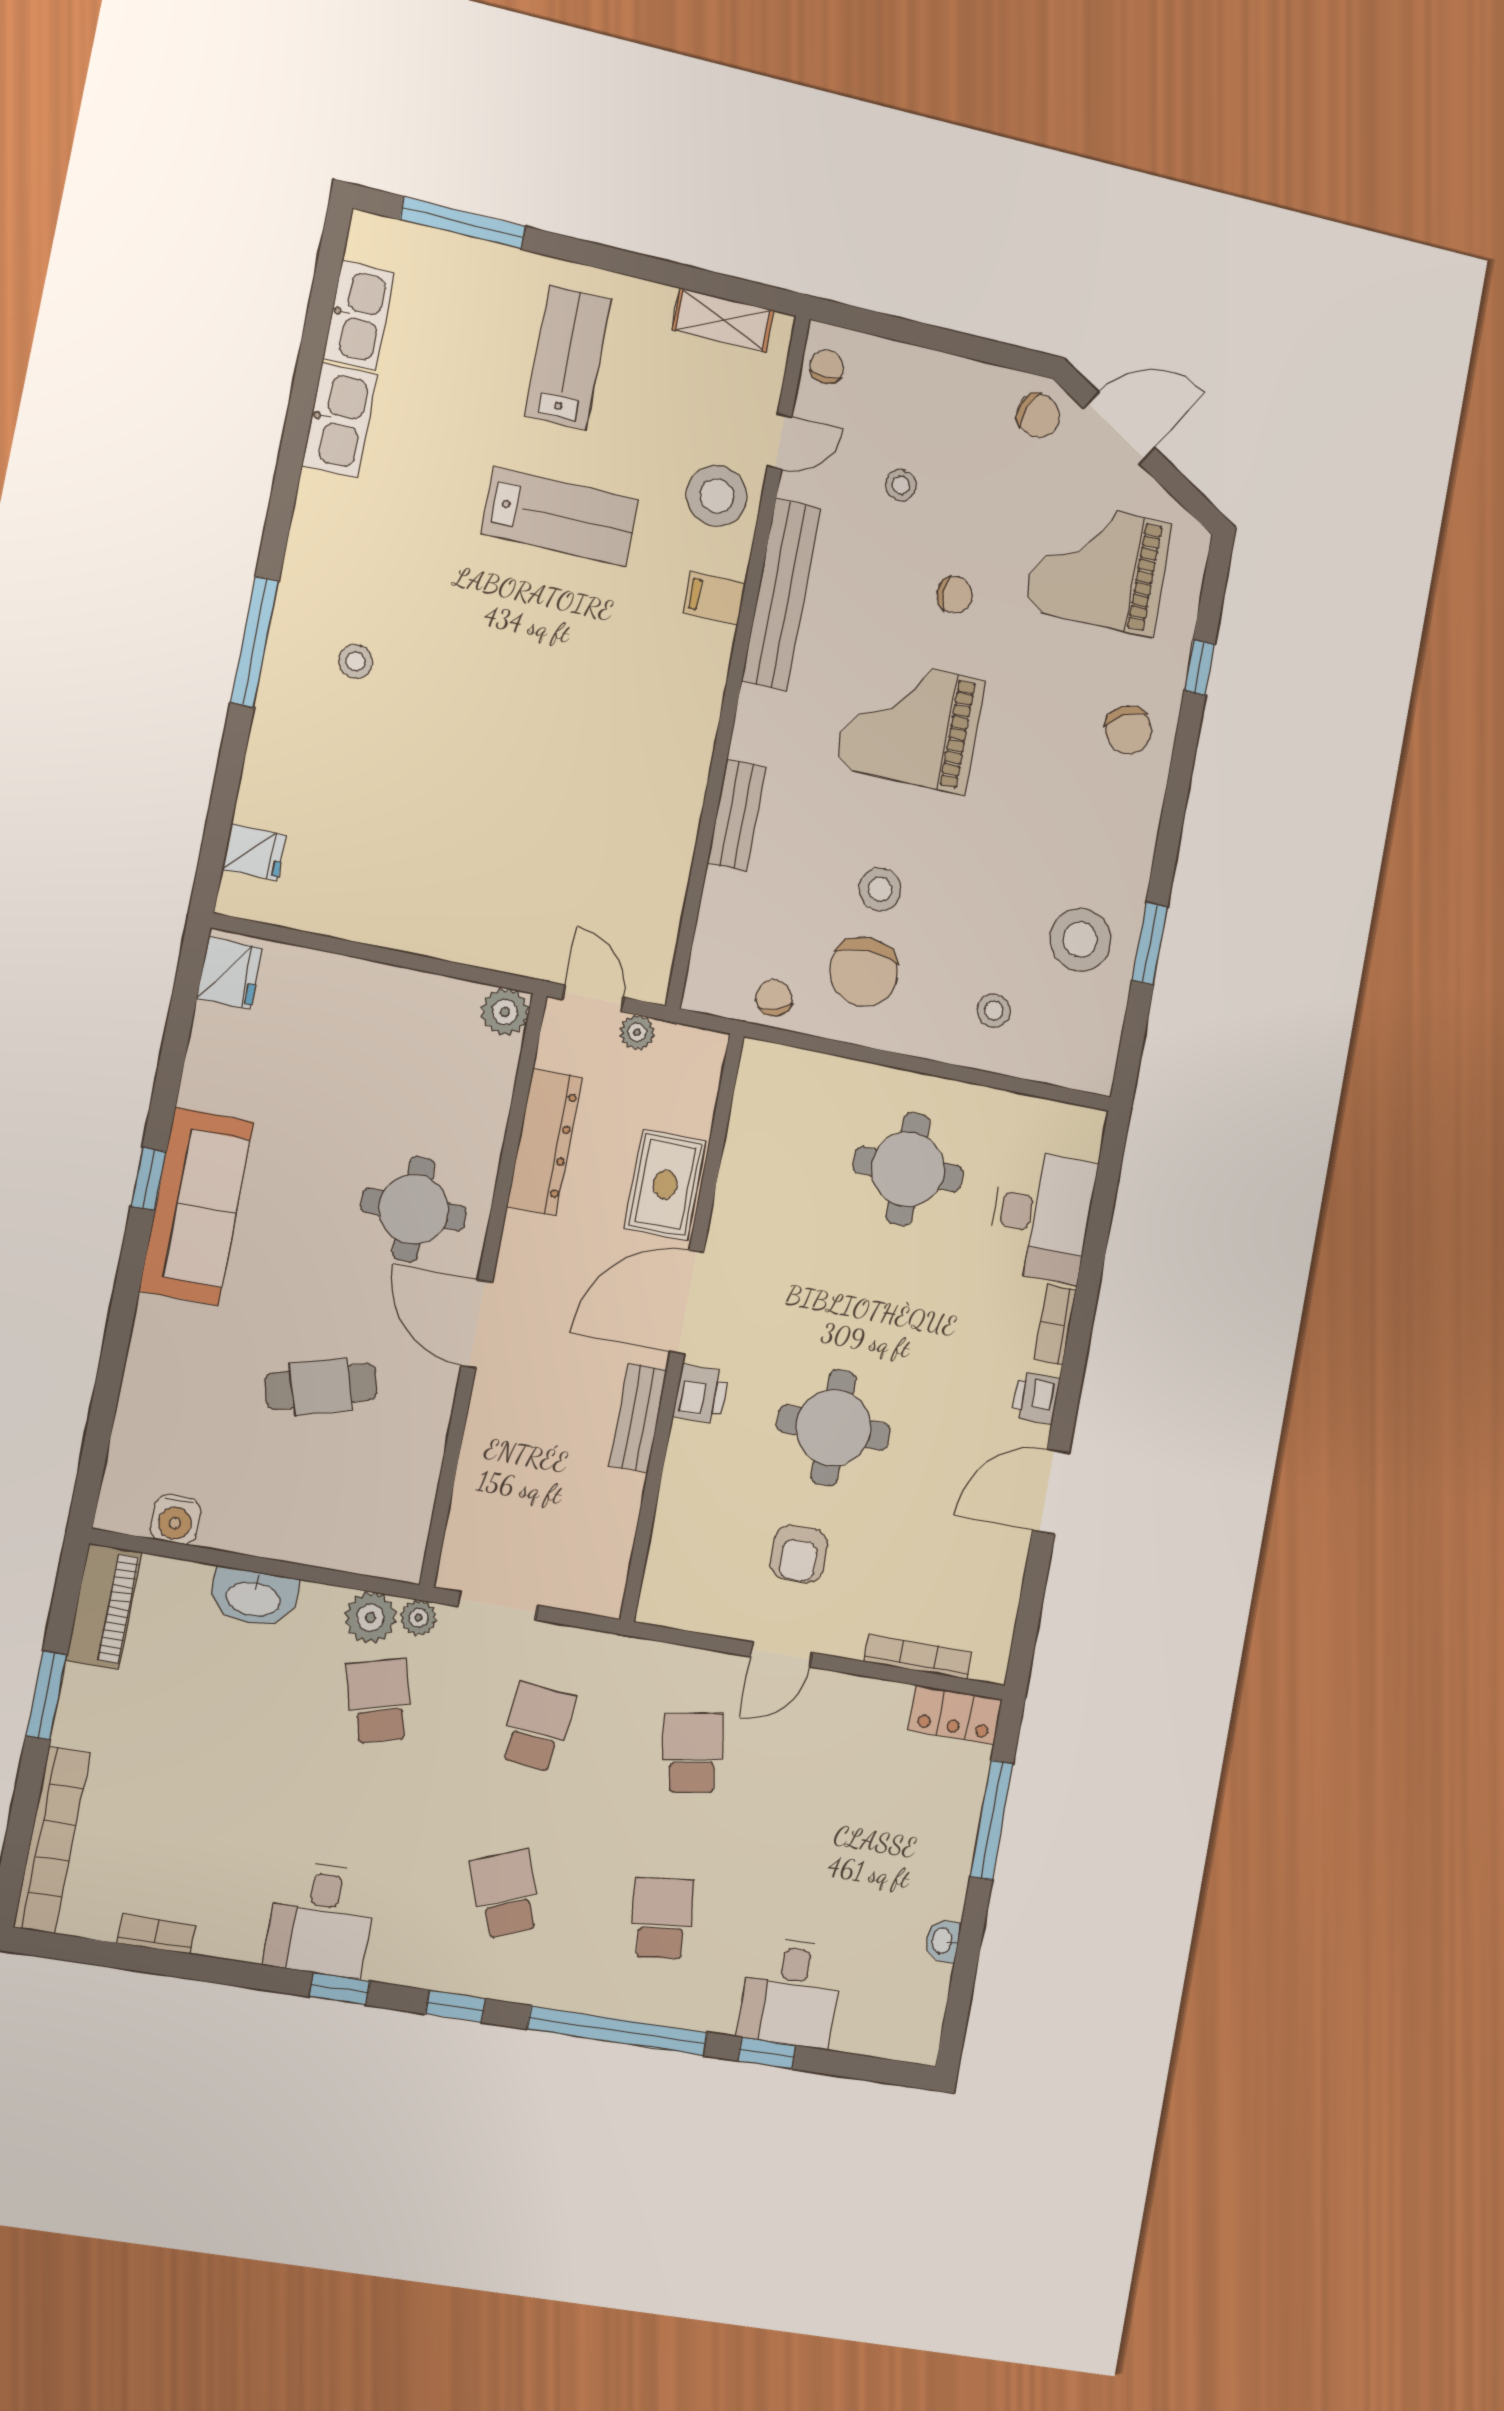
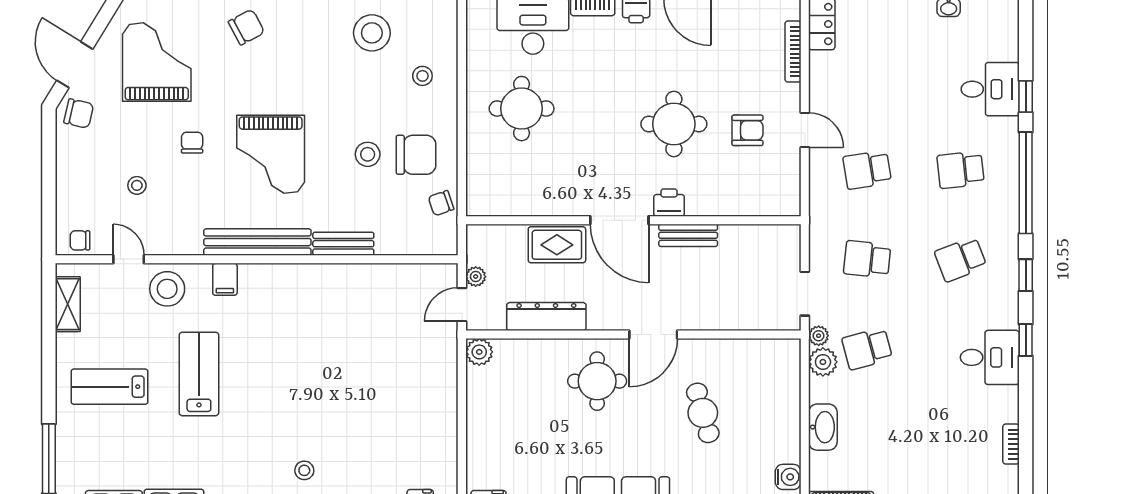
chair: (1038, 416) -> (79, 113), turned 82
grand piano: (1098, 566) -> (157, 62), turned 180
bench: (781, 595) -> (257, 242), moved

